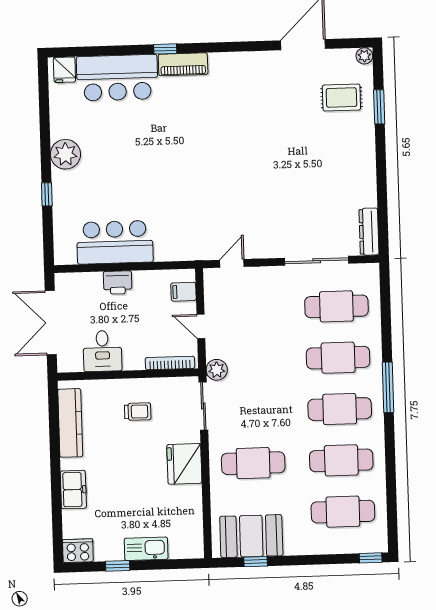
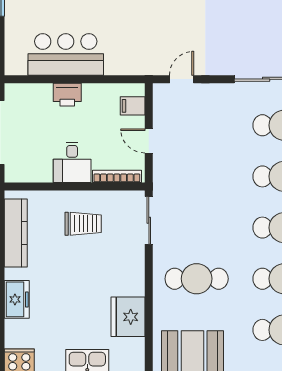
desk: (102, 351) -> (72, 162), moved
plant: (217, 370) -> (163, 185), removed
trolley: (138, 412) -> (83, 224), width x1.36, depth x1.39
fridge: (184, 464) -> (128, 317), moved

